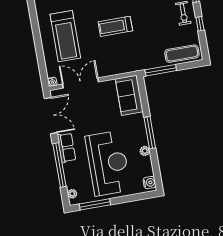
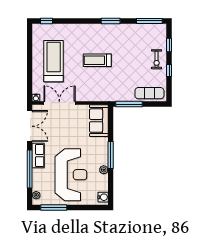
treadmill: (65, 36) -> (54, 61), turned 180

